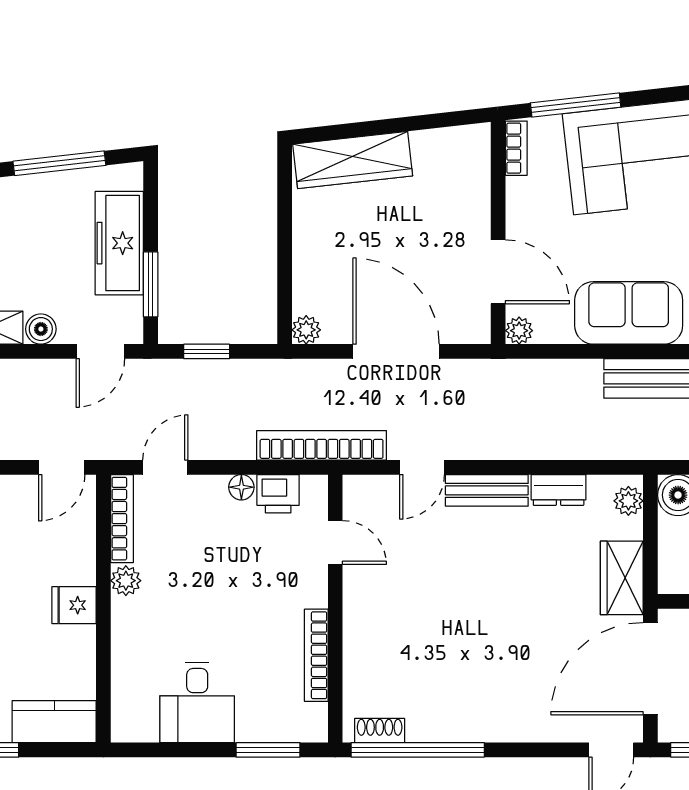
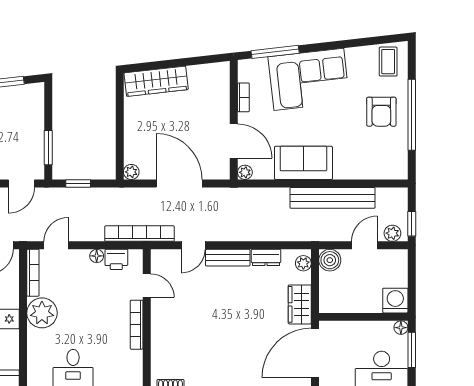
bookcase: (516, 148) -> (243, 97), moved
freezer: (119, 243) -> (31, 126), removed
plant: (126, 581) -> (42, 313), width x1.88, depth x1.88
bookcase: (316, 655) -> (137, 325), moved

